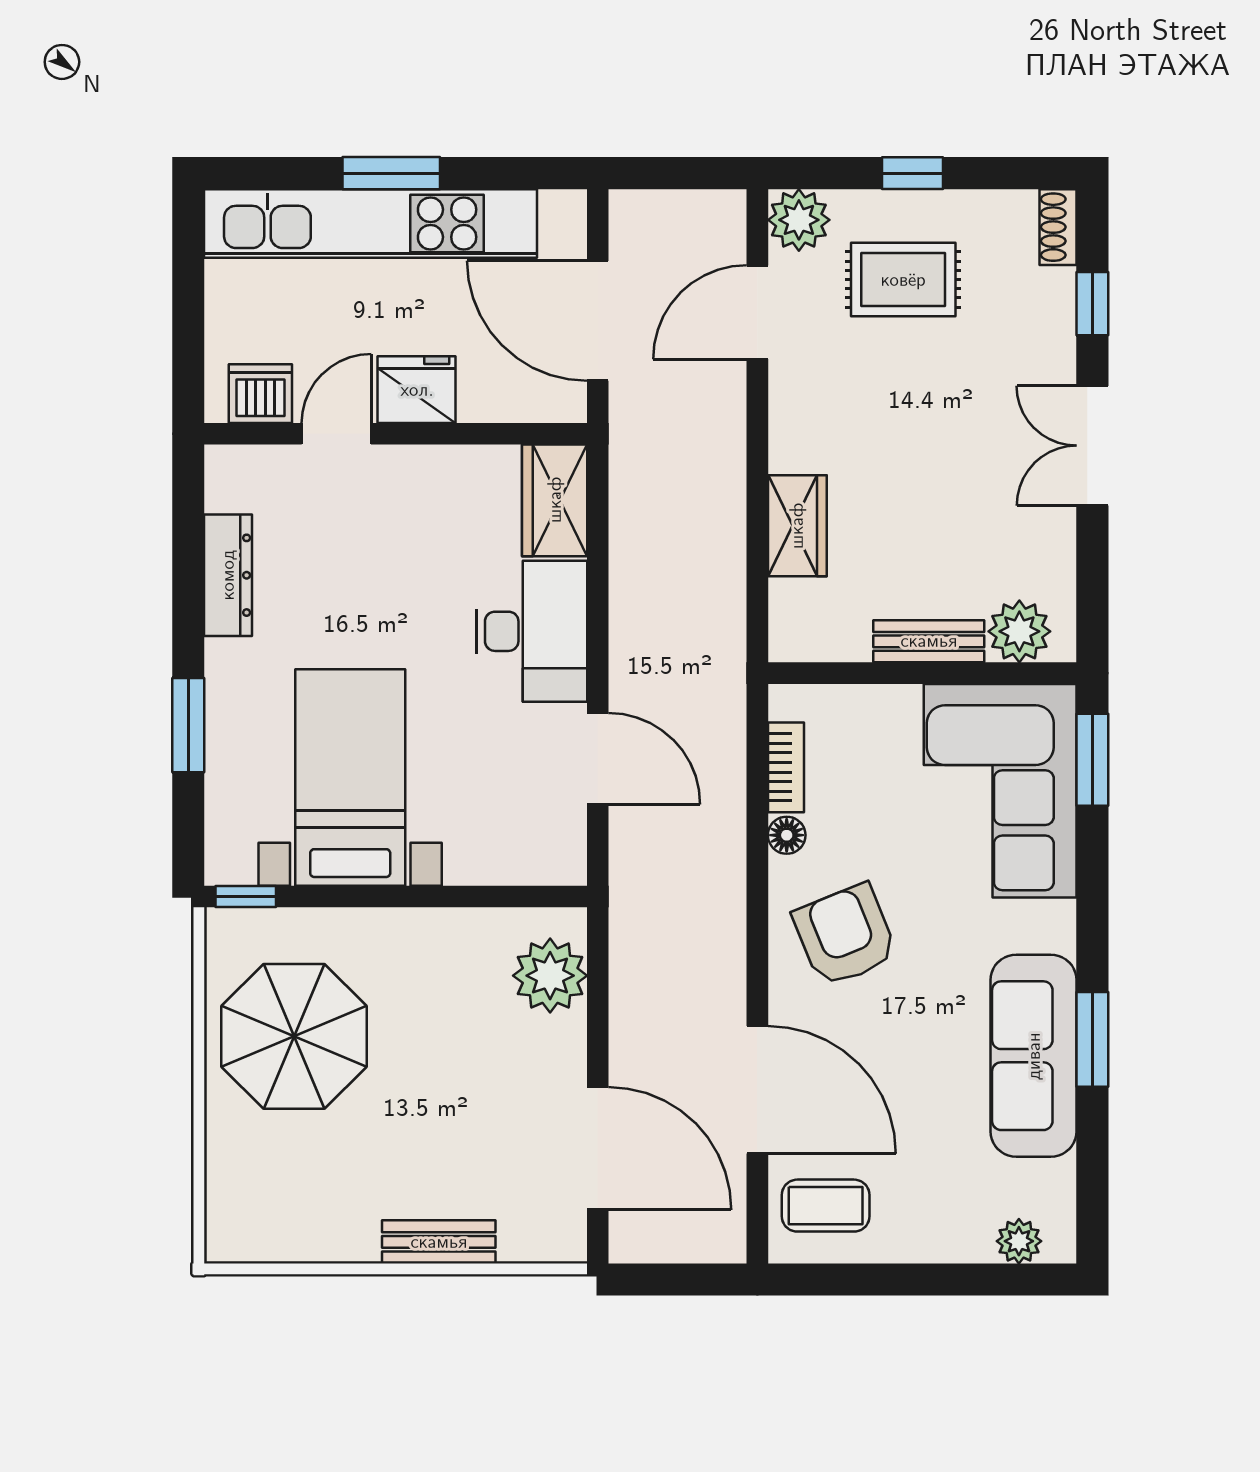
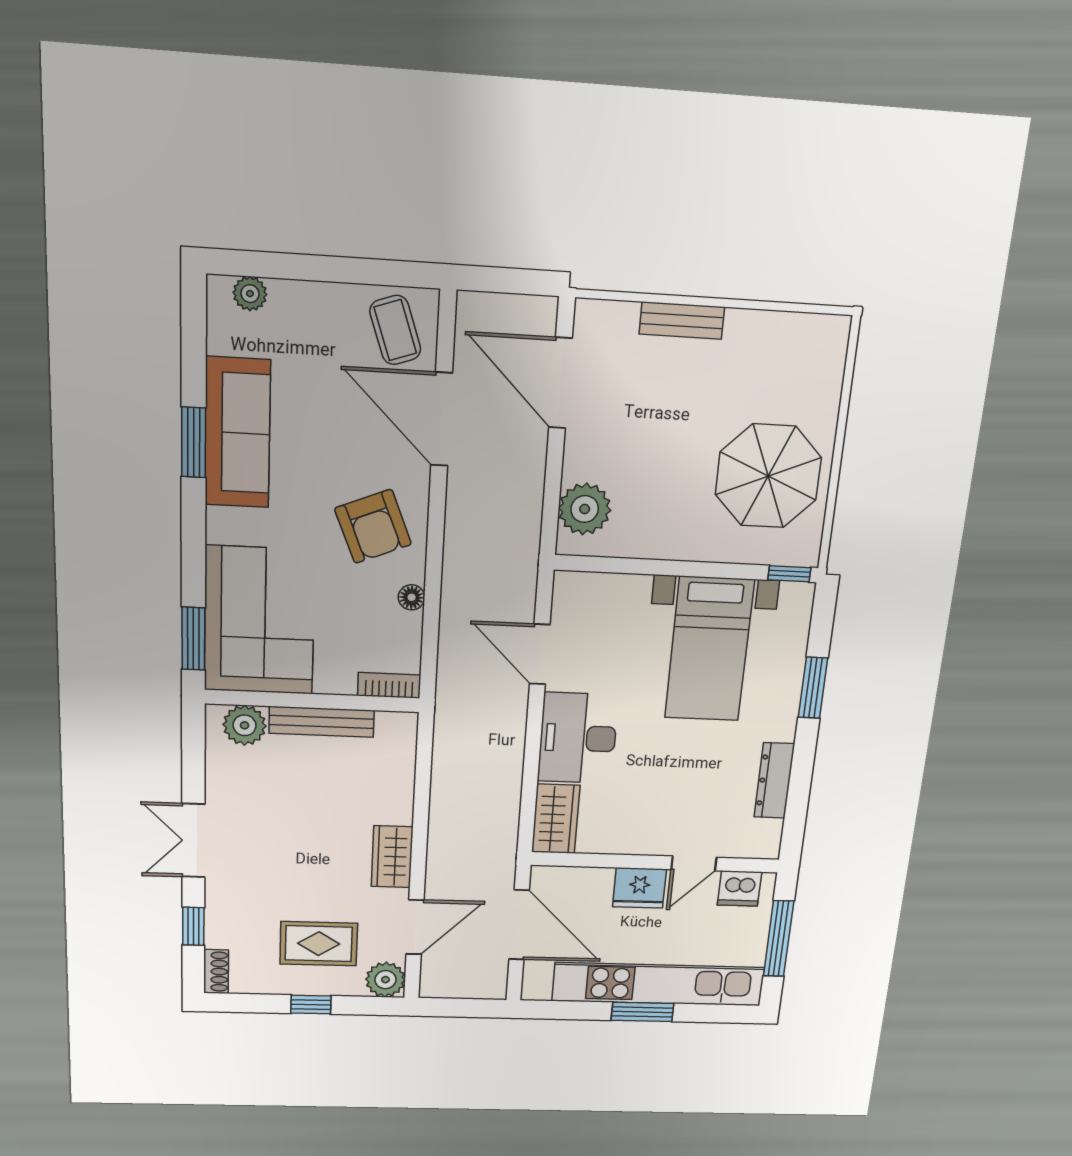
window: (188, 309) -> (779, 939), added
double door: (1092, 446) -> (193, 841), swing flipped
wardrobe: (797, 526) -> (392, 857), moved
bench: (929, 641) -> (322, 722), width x1.36
bookcase: (786, 767) -> (389, 685), moved, turned 90
coffee table: (826, 1206) -> (395, 330), turned 71

